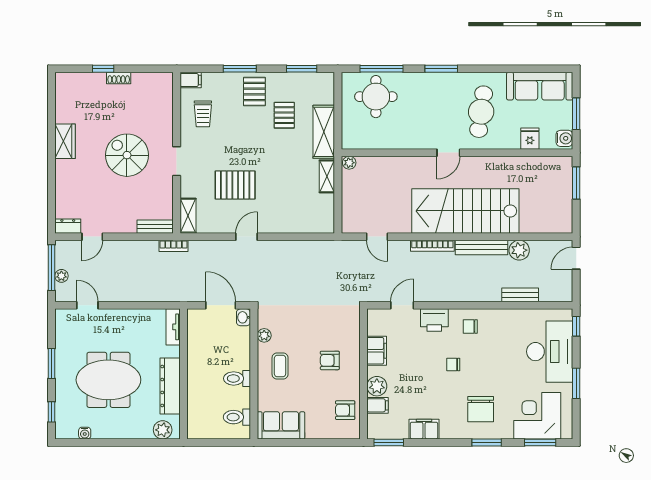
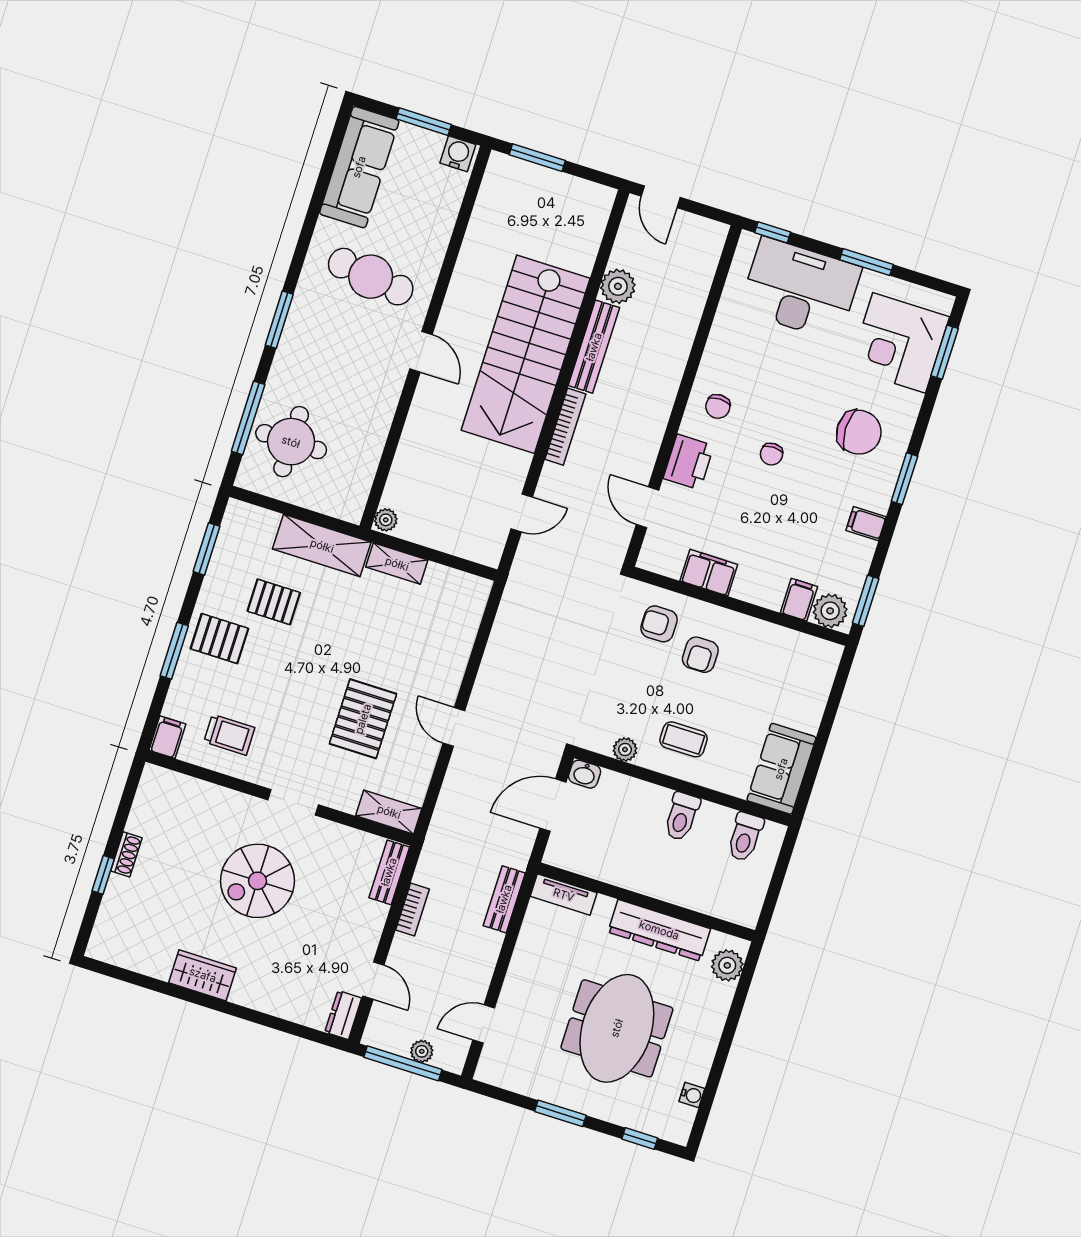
fridge: (530, 139) -> (440, 211), removed
bookcase: (174, 246) -> (412, 910), moved
bench: (520, 295) -> (504, 899), moved
plant: (377, 386) -> (830, 611), moved
armchair: (345, 410) -> (659, 624), moved, turned 90
filing cabinet: (424, 429) -> (866, 524), width x0.50
window: (487, 442) -> (904, 479), moved

